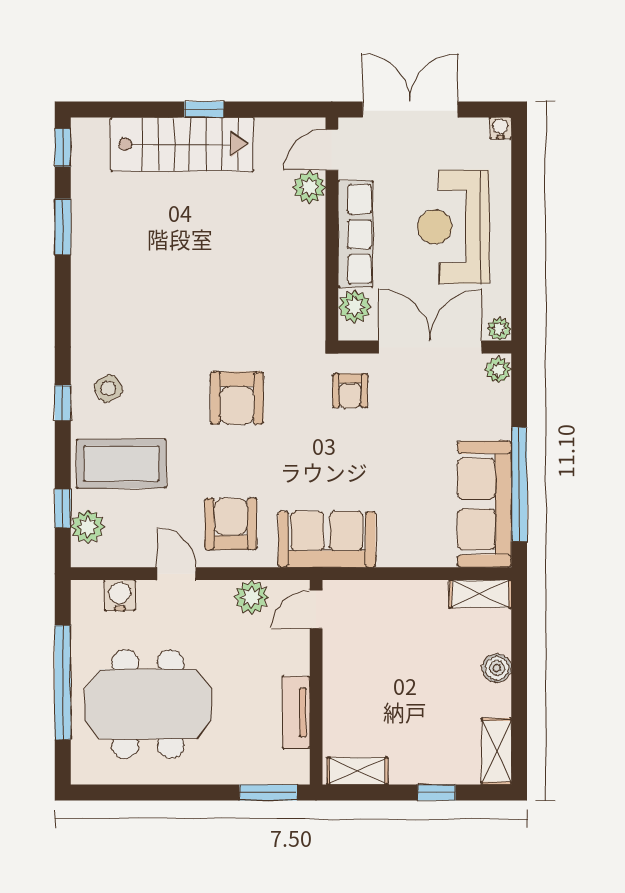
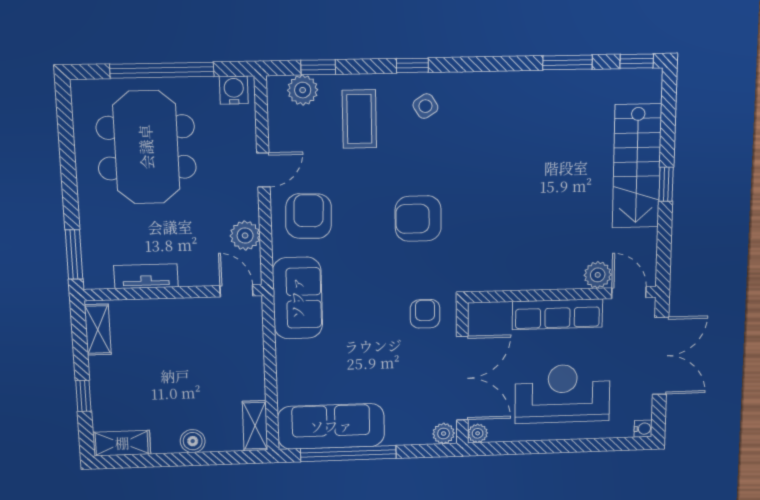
plant: (355, 307) -> (496, 315), removed
armchair: (350, 391) -> (425, 314), turned 90
coffee table: (121, 464) -> (359, 119), width x0.73, depth x0.76
armchair: (231, 524) -> (309, 216), turned -88
water cooler: (120, 595) -> (234, 90), moved, turned -90

